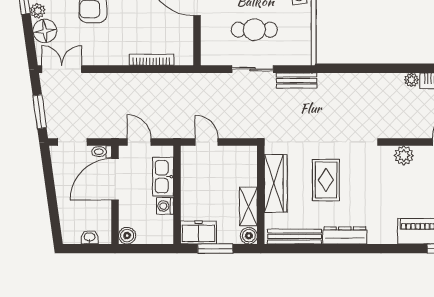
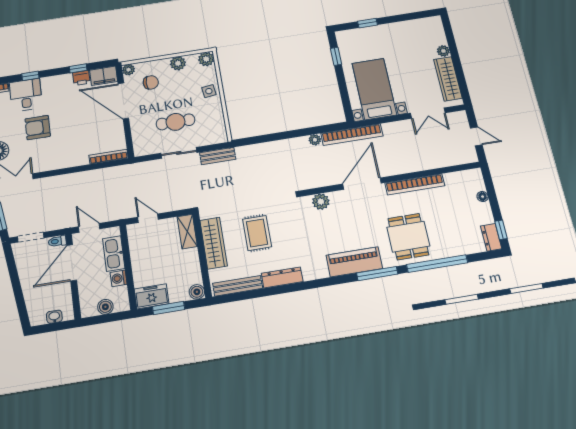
bookcase: (152, 60) -> (109, 157), moved
shelving: (248, 206) -> (187, 232), moved
boiler: (127, 236) -> (105, 307), moved

